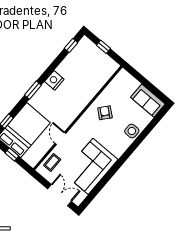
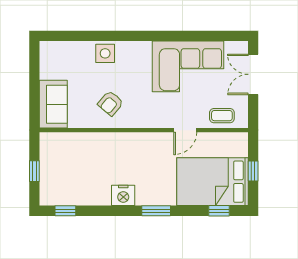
sofa: (148, 101) -> (53, 104), moved

